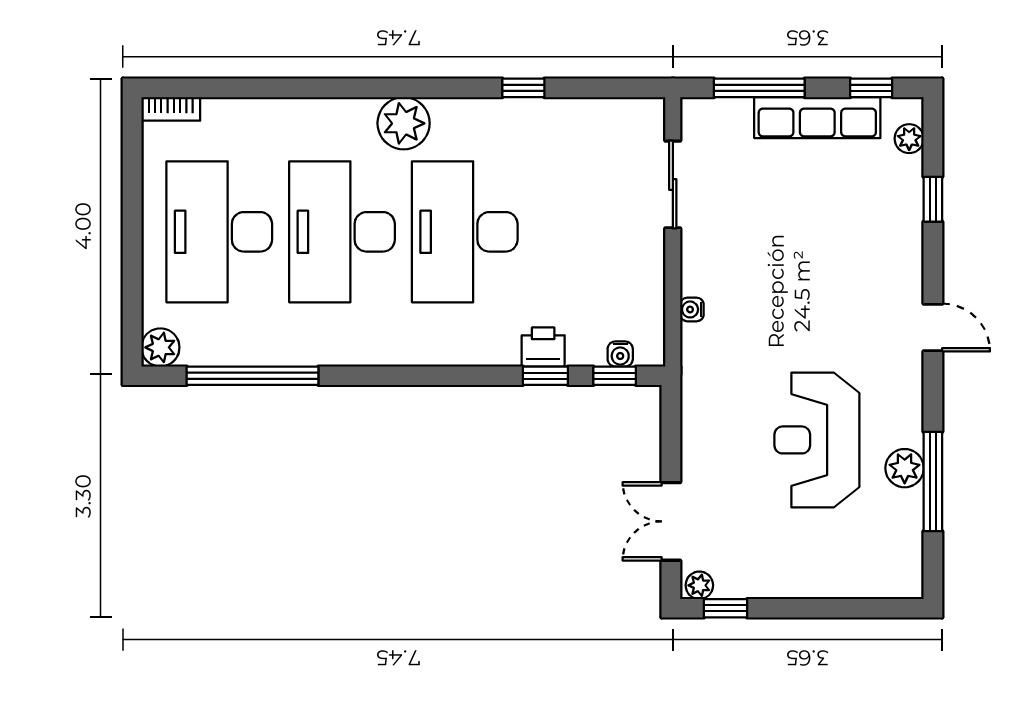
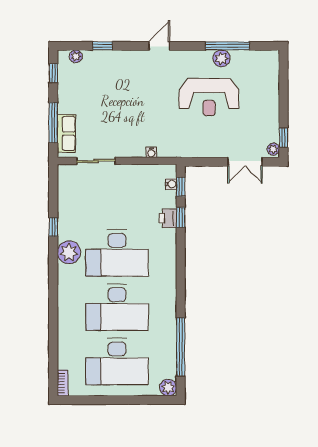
row of seats: (817, 118) -> (66, 134), moved, width x0.68
plant: (404, 123) -> (69, 252), moved

